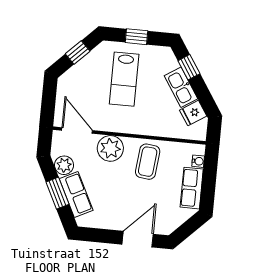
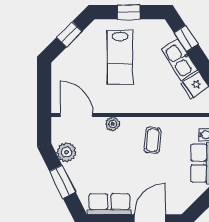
plant: (110, 148) -> (113, 124), width x0.53, depth x0.53
coffee table: (148, 162) -> (153, 140), width x0.73, depth x0.77
row of seats: (76, 194) -> (109, 204), moved, turned -63

